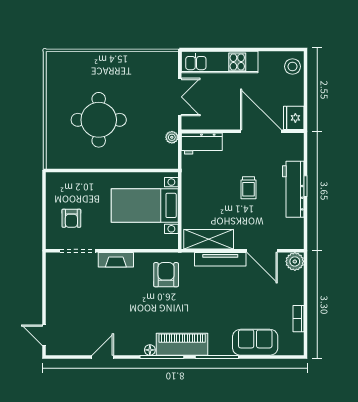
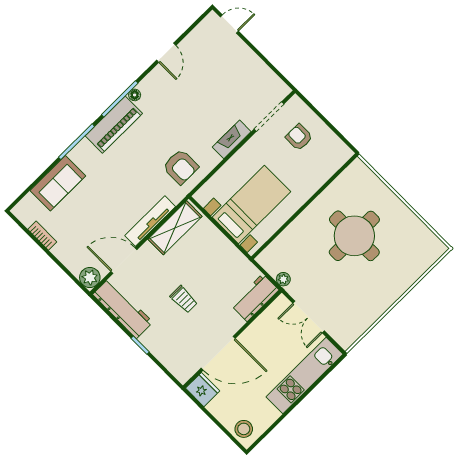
trolley: (248, 188) -> (184, 299), turned 180
workbench: (293, 189) -> (123, 308), moved

